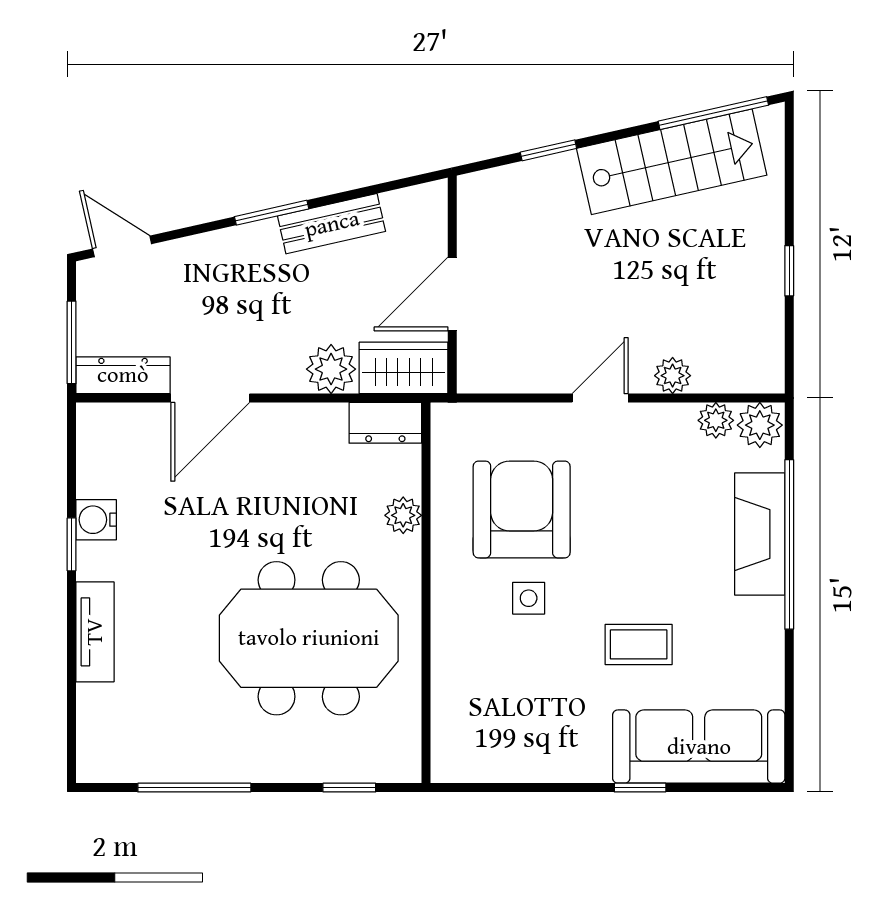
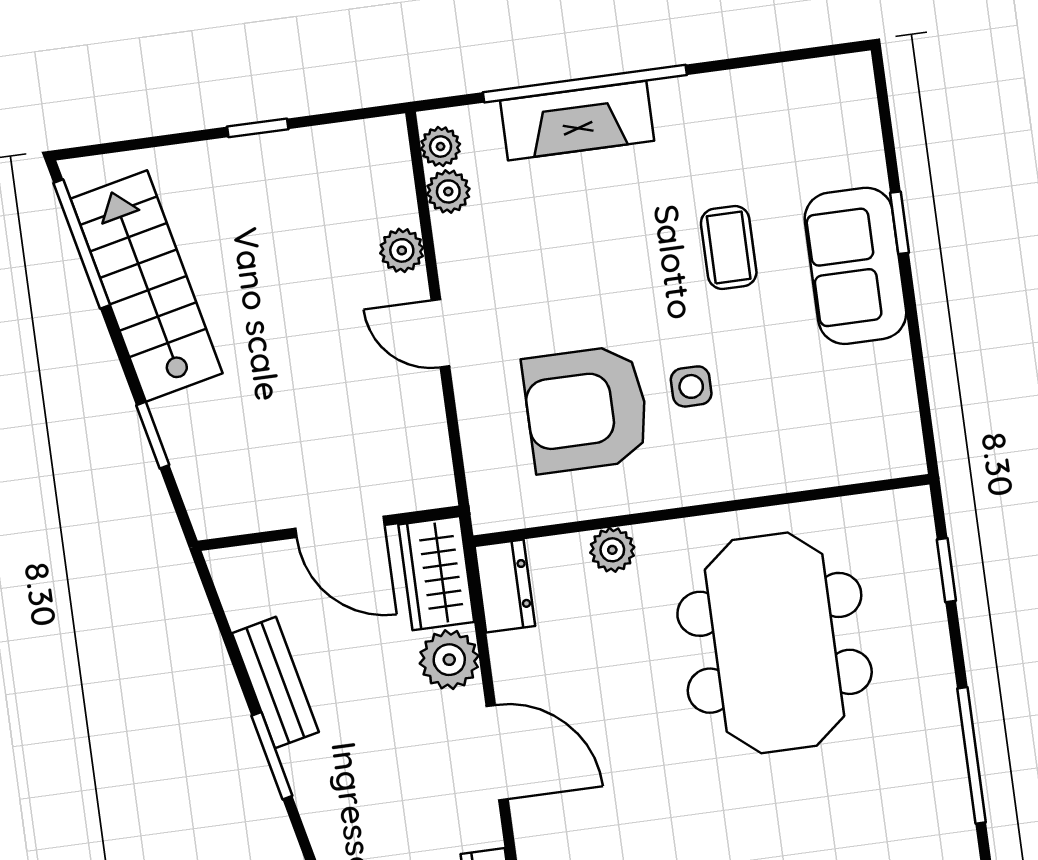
door: (210, 398) -> (497, 753), moved
plant: (760, 425) -> (441, 147), width x0.73, depth x0.73
sofa: (699, 747) -> (855, 266), moved, width x0.73

